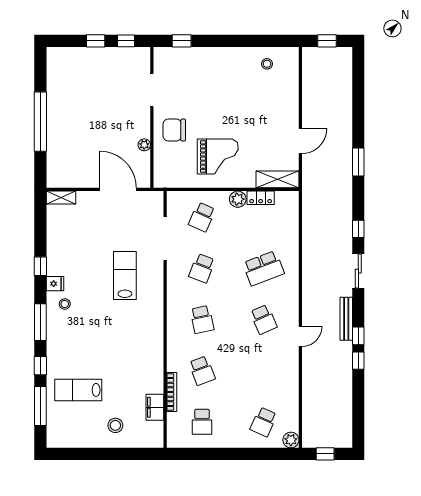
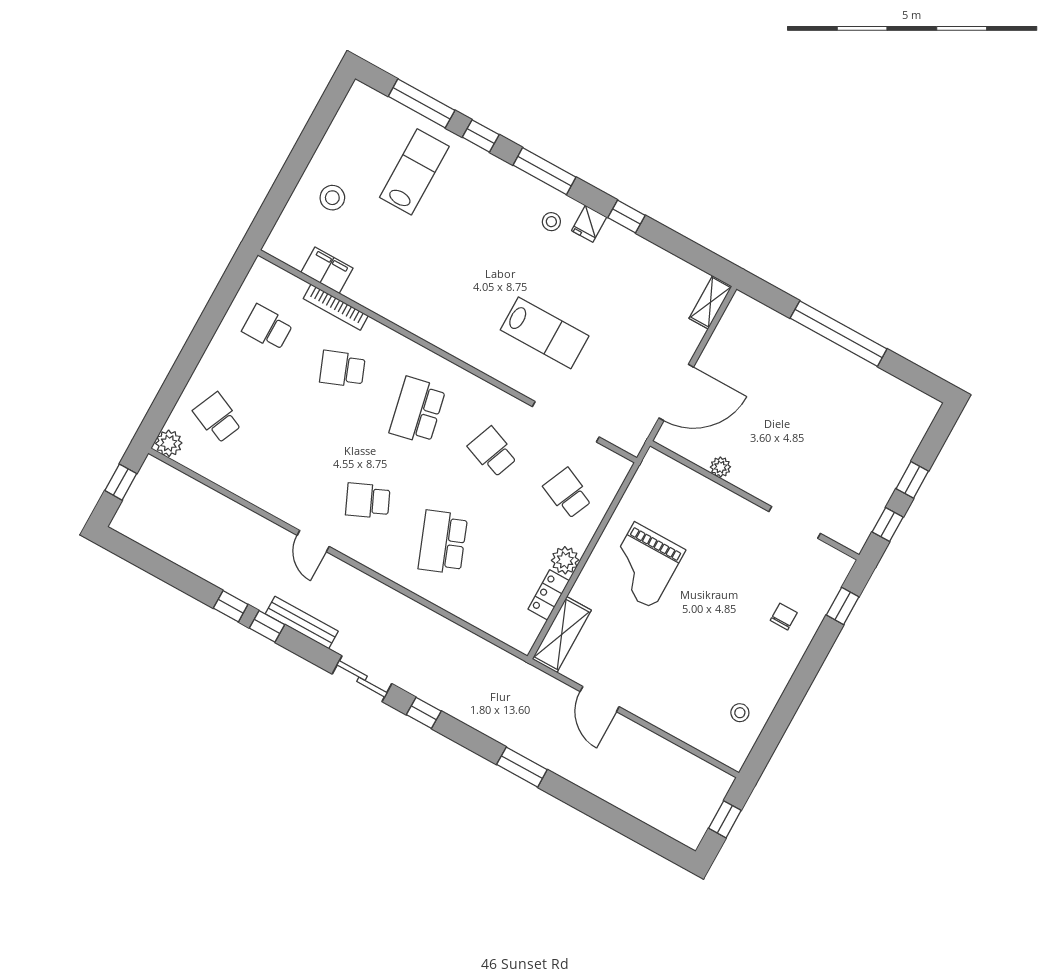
chair: (174, 130) -> (784, 617), moved, width x0.54, depth x0.54
school desk: (202, 319) -> (418, 410), width x1.85

